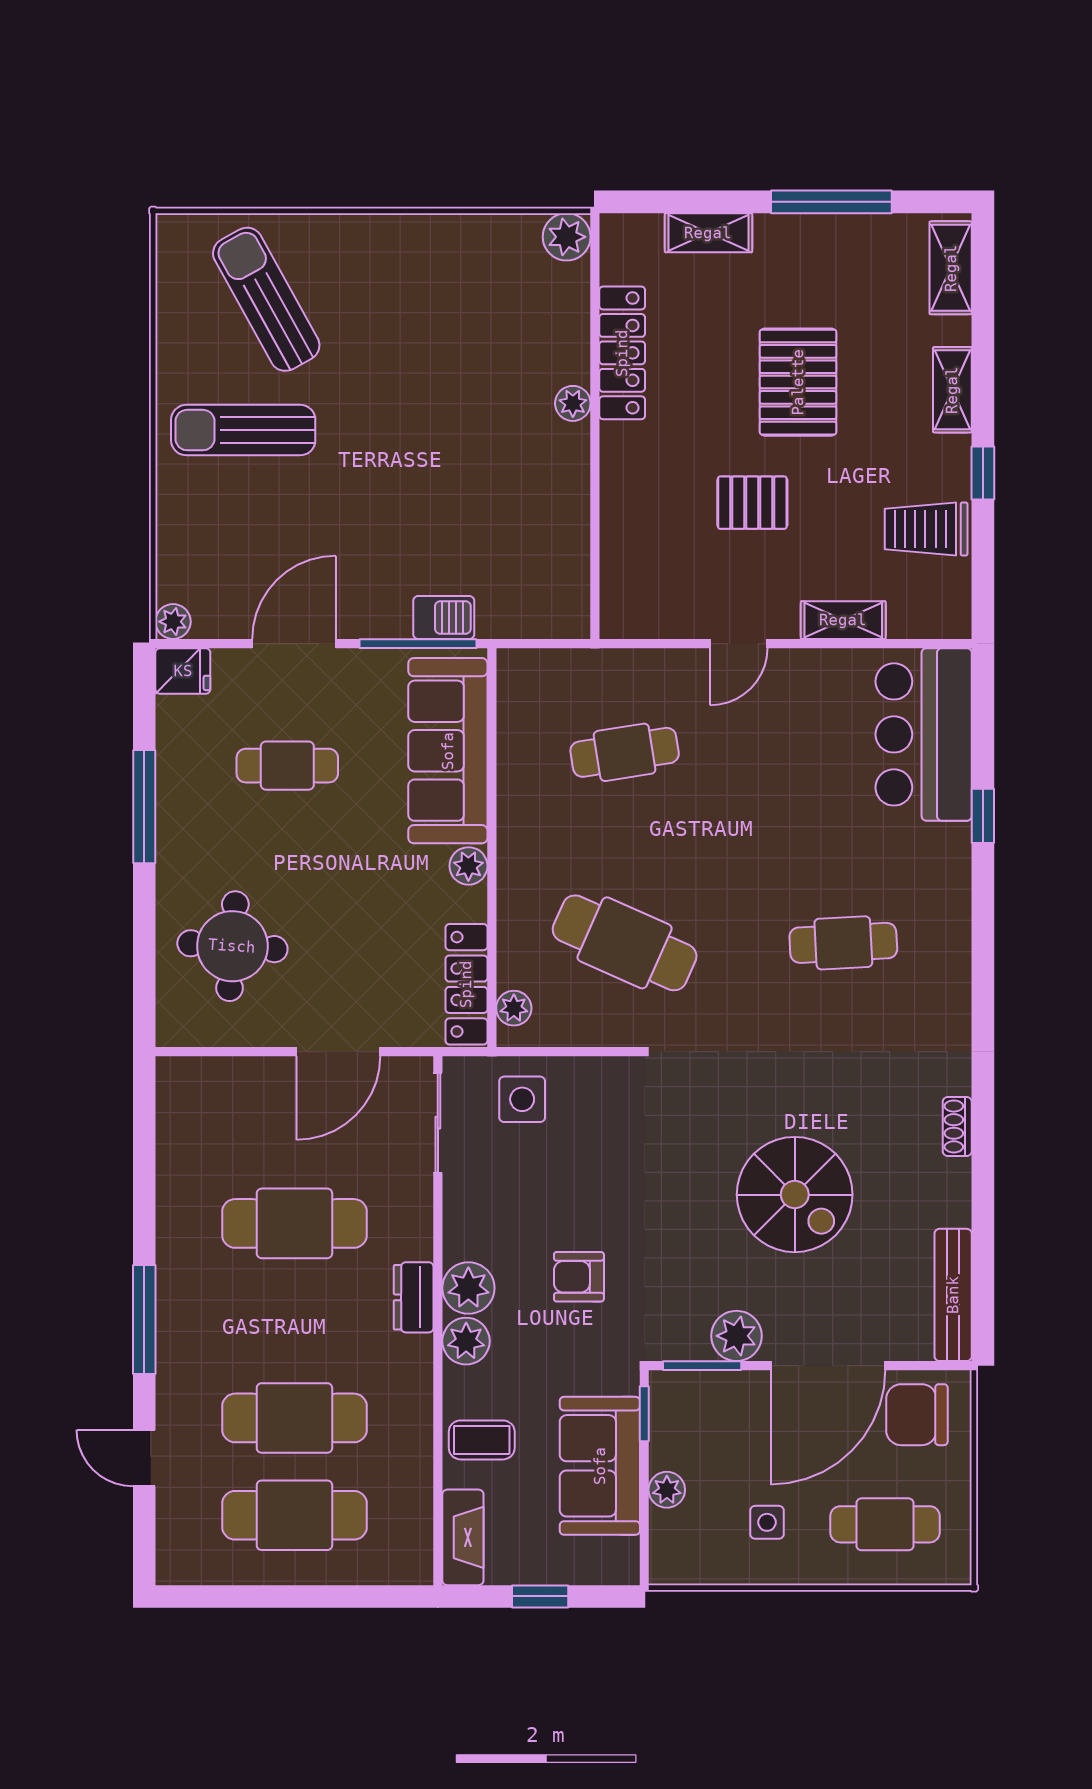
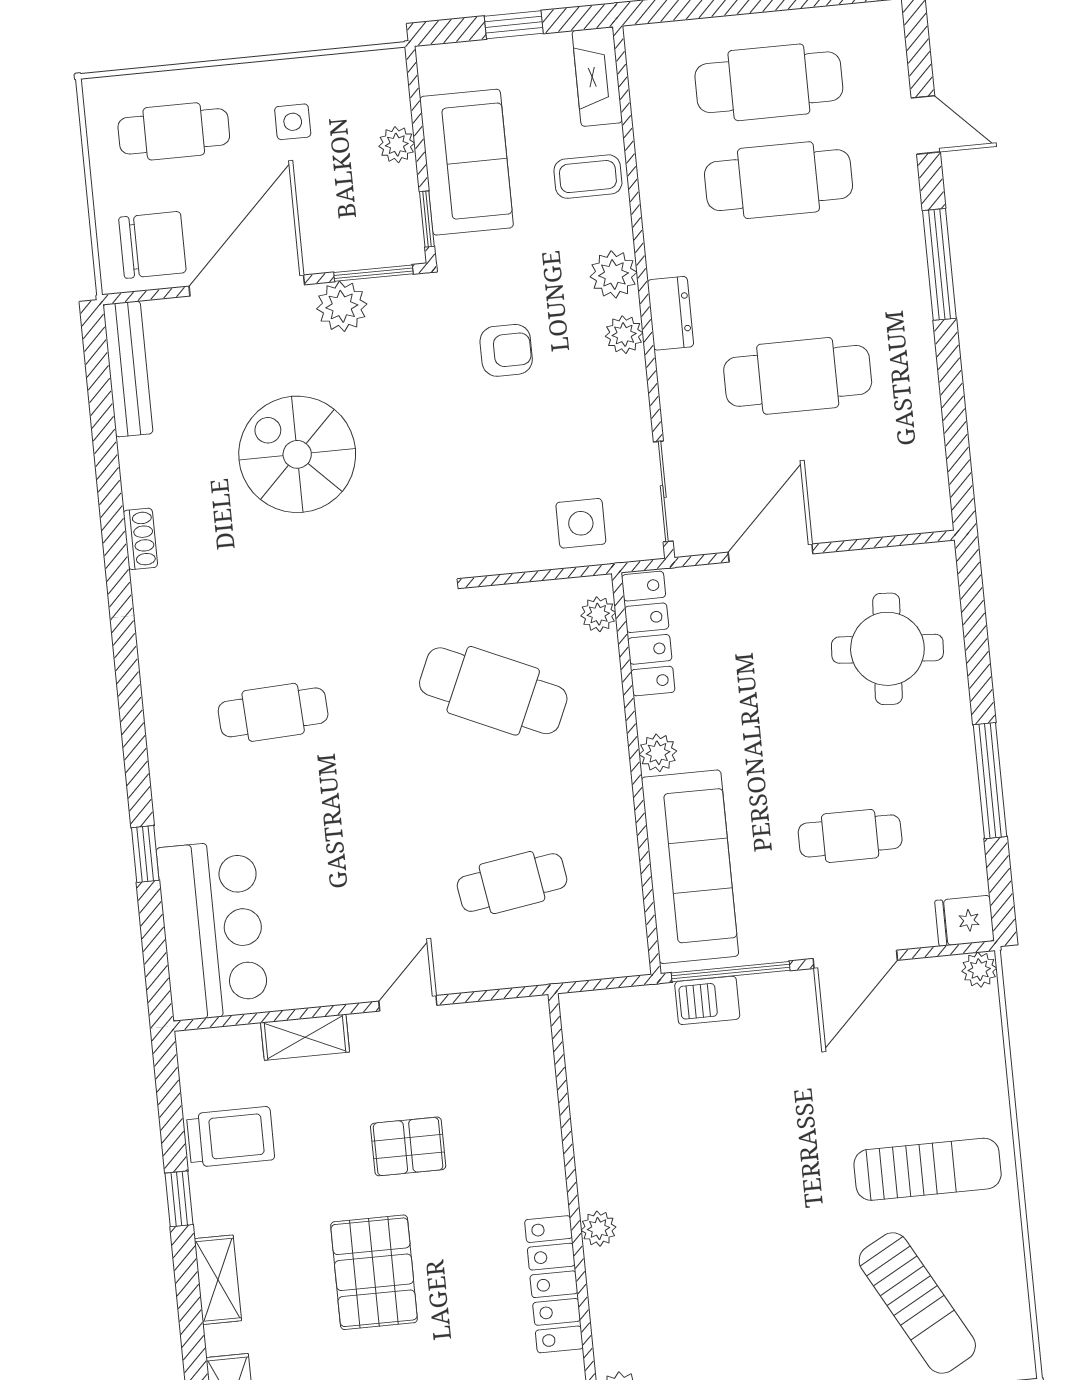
plant: (468, 1288) -> (624, 335), width x0.73, depth x0.73

